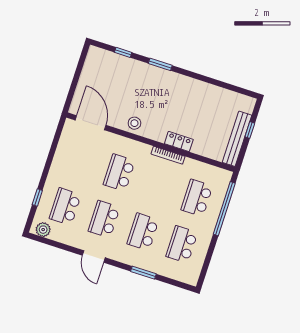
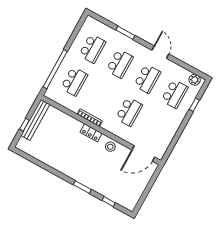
door: (91, 123) -> (143, 153), hinge flipped
locker: (179, 141) -> (91, 133), moved

